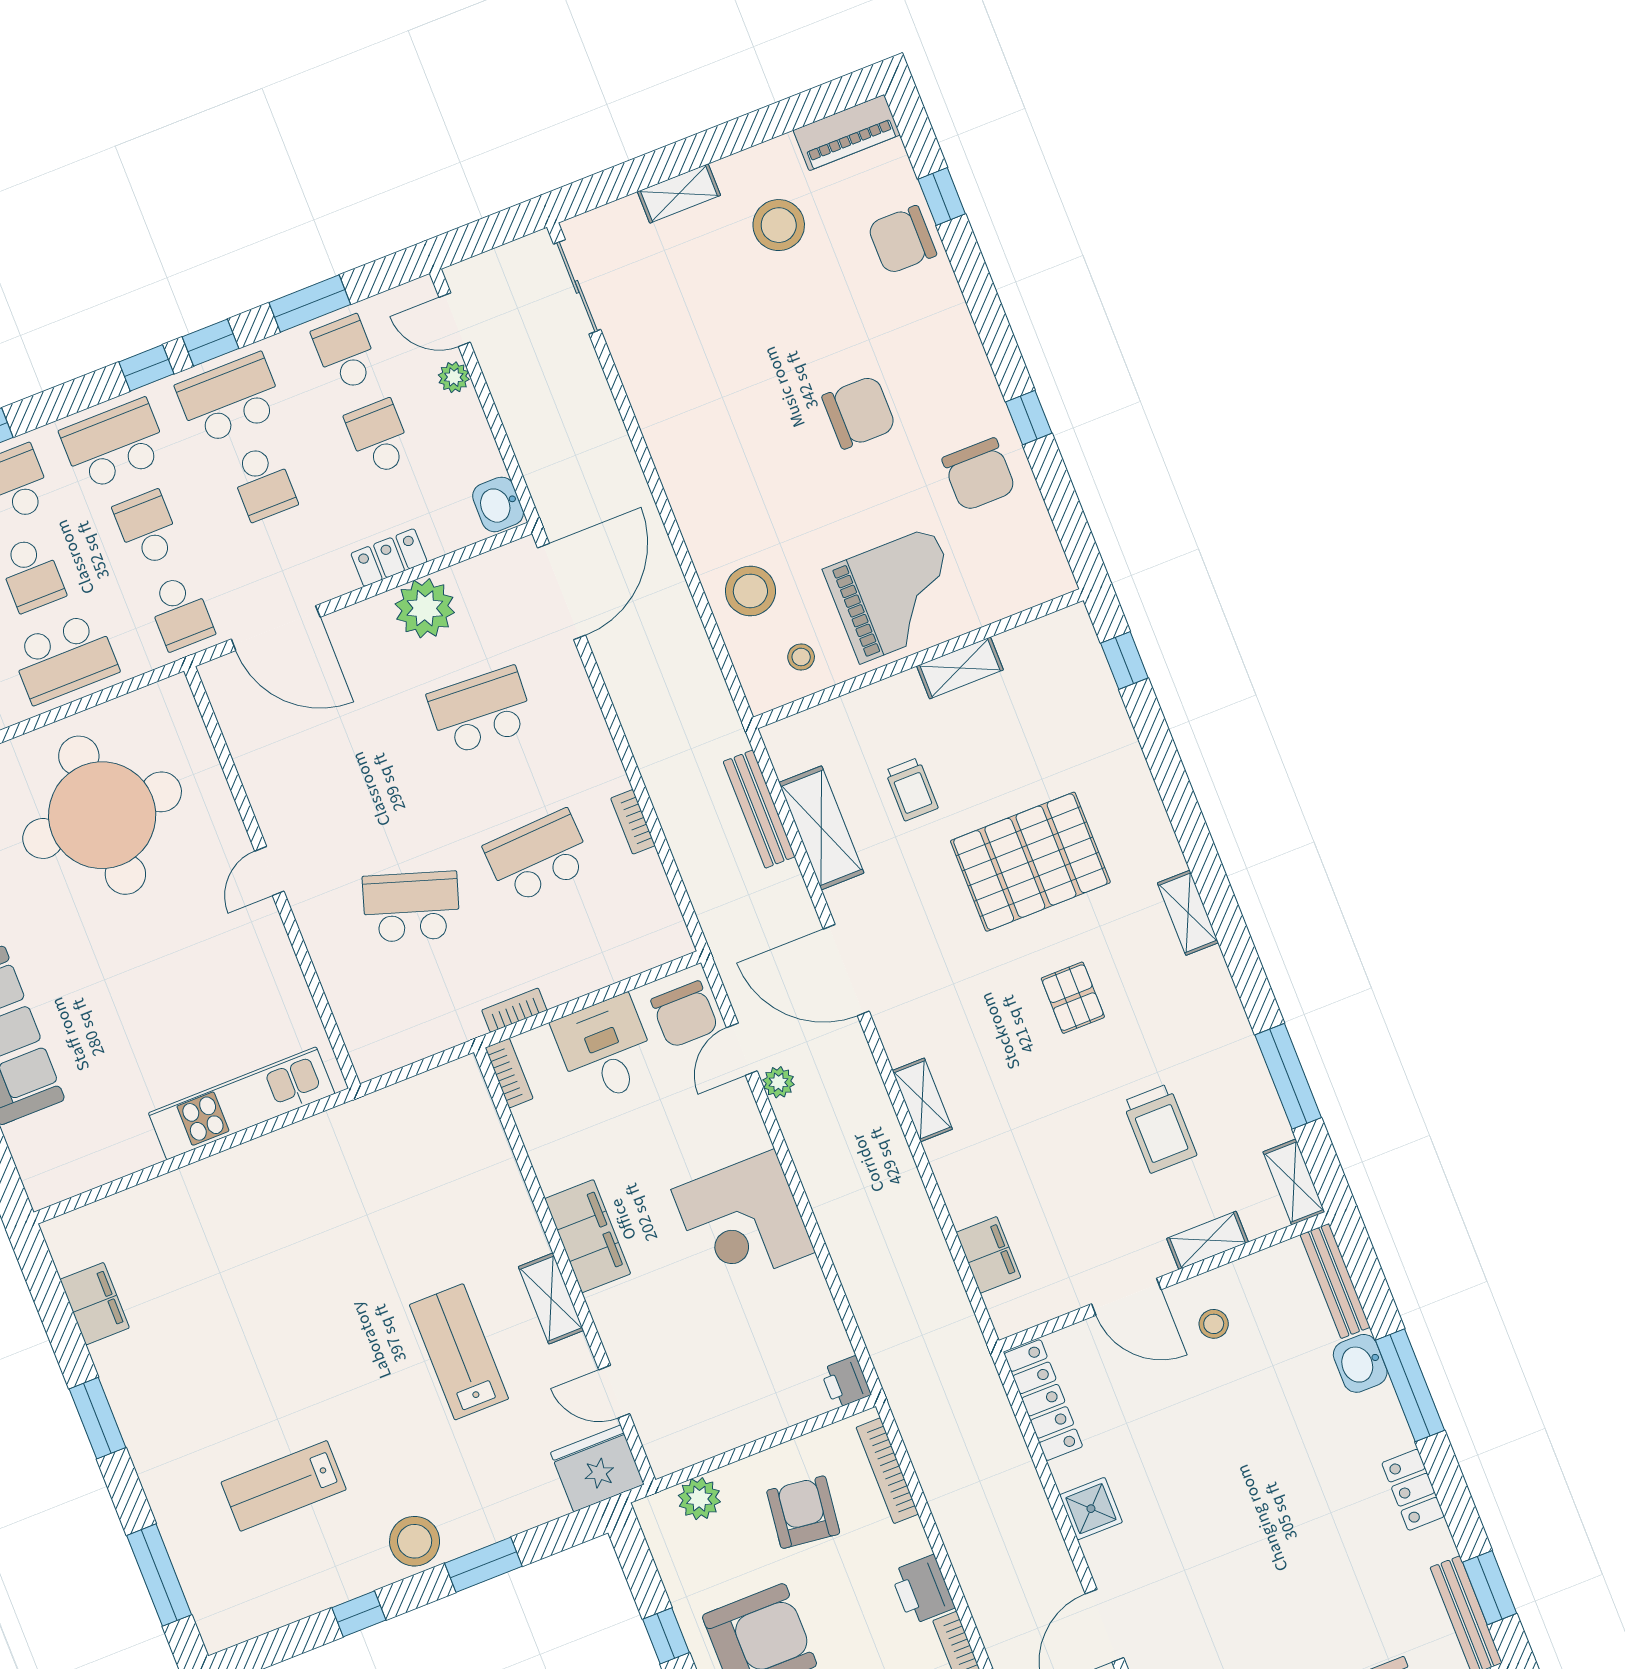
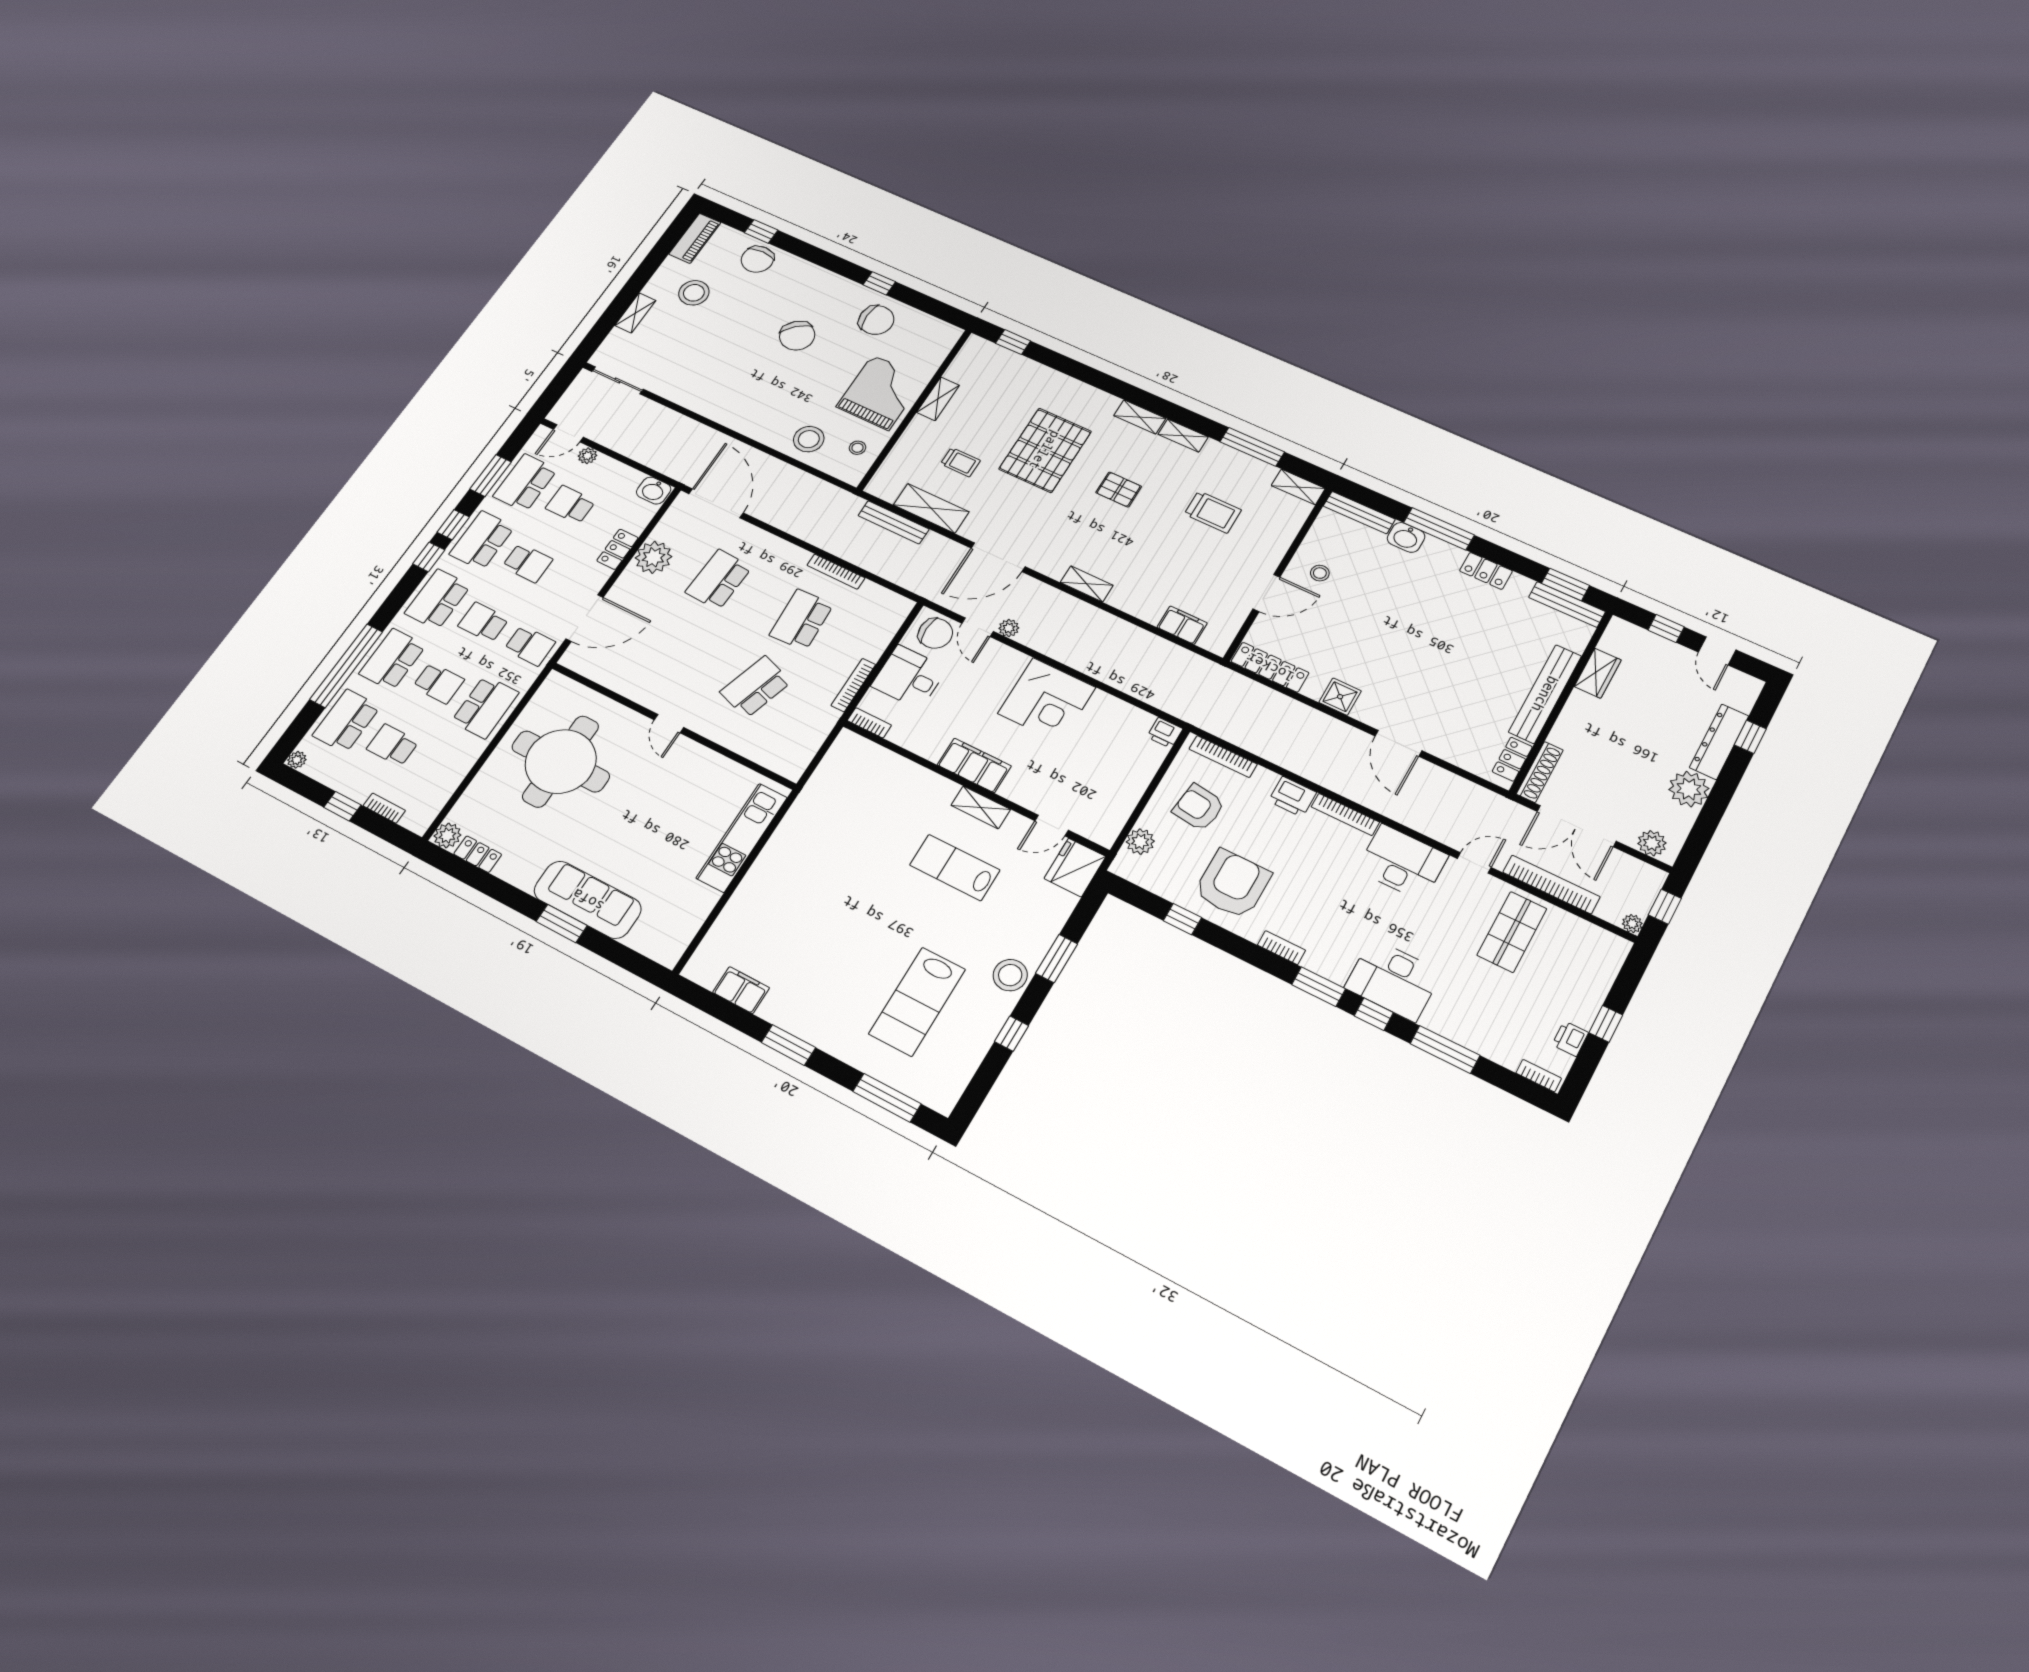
school desk: (346, 353) -> (525, 483), width x1.85
chair: (859, 412) -> (797, 336), turned 139
bookcase: (633, 822) -> (836, 572), width x1.56
bookcase: (514, 1010) -> (853, 685), width x1.56
shelving: (1207, 1240) -> (1183, 436), moved, turned 90
lab bench: (284, 1486) -> (917, 1002), width x1.36, depth x1.39

